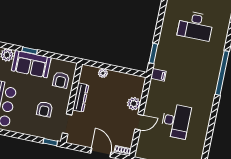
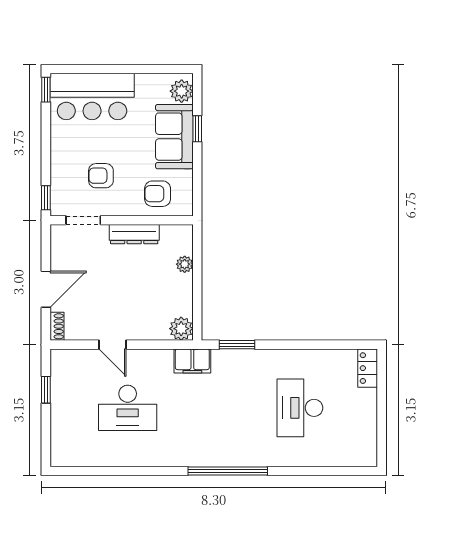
filing cabinet: (158, 75) -> (192, 361), width x2.00
plant: (134, 104) -> (181, 329), moved

